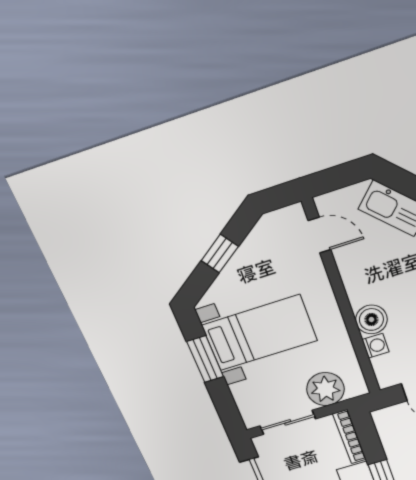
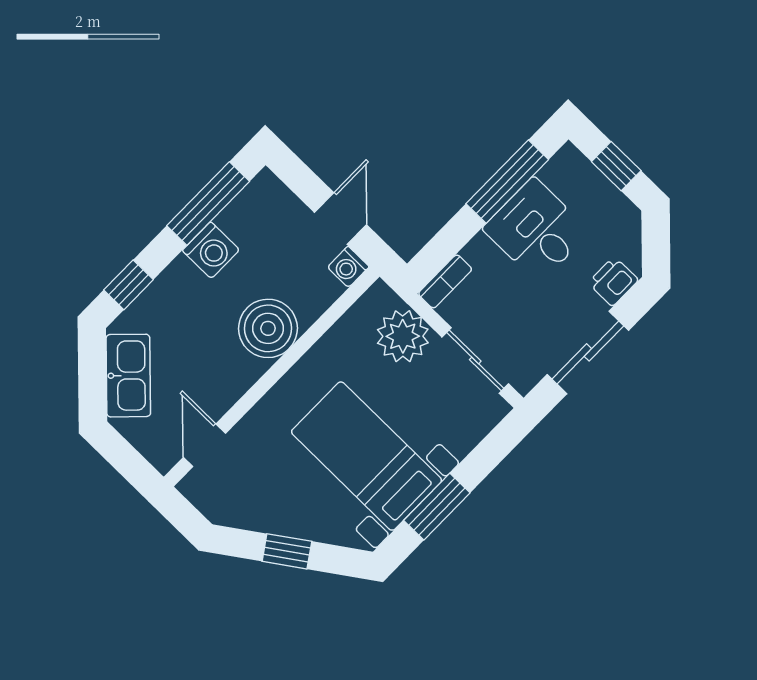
boiler: (371, 320) -> (268, 328), width x1.37, depth x1.37
washing machine: (376, 346) -> (348, 267), moved, turned -90
bookcase: (349, 437) -> (445, 281), width x0.64

